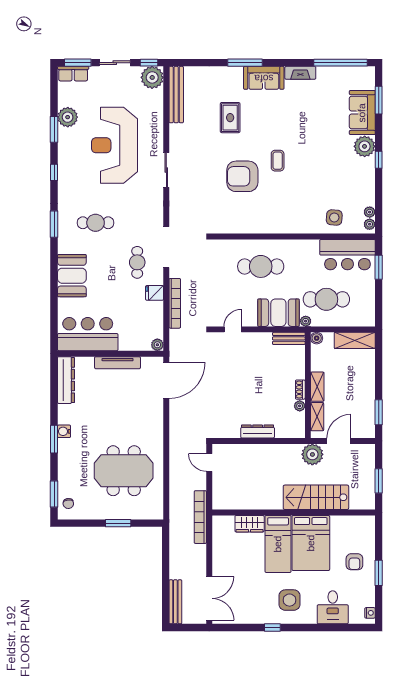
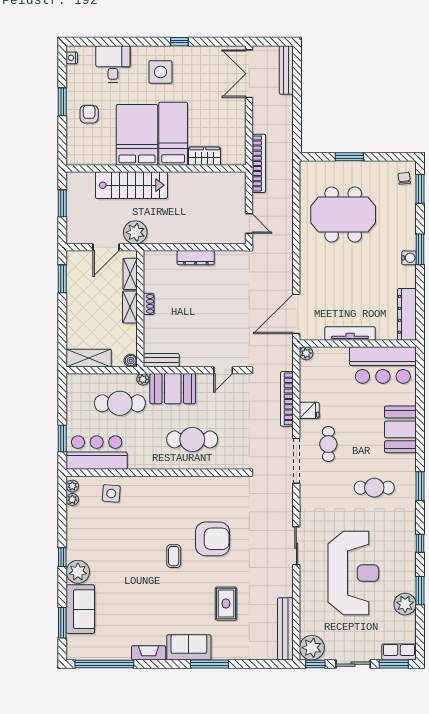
plant: (300, 406) -> (149, 286), removed

